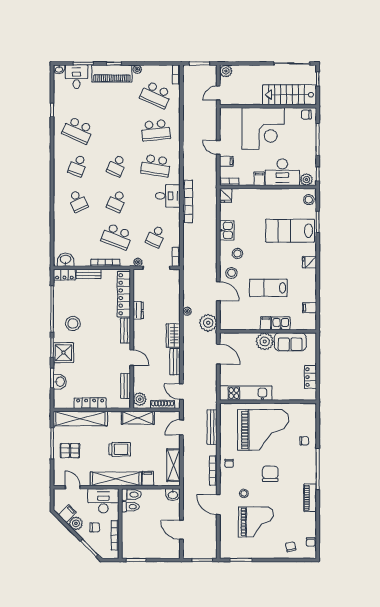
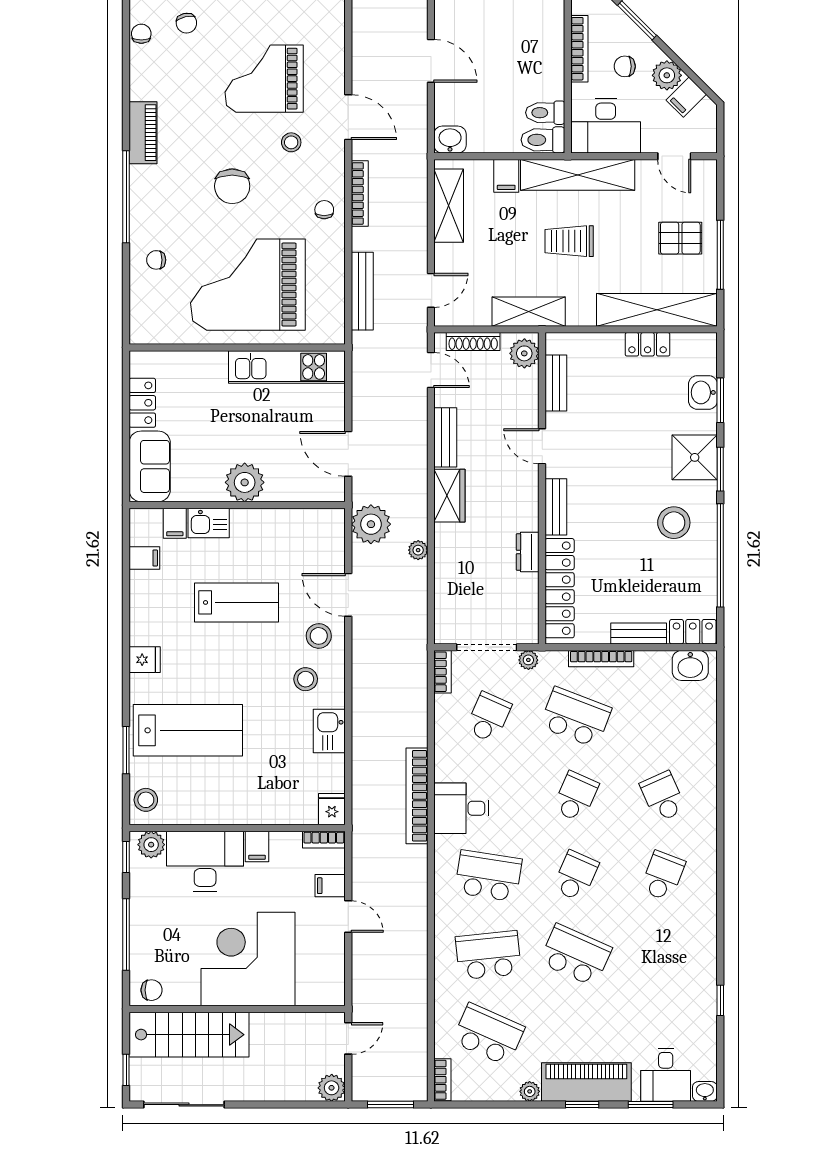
school desk: (78, 130) -> (576, 955), moved
filing cabinet: (266, 323) -> (175, 523), moved
sofa: (290, 342) -> (150, 466), moved, turned 90
locker: (90, 403) -> (648, 344), width x0.66

